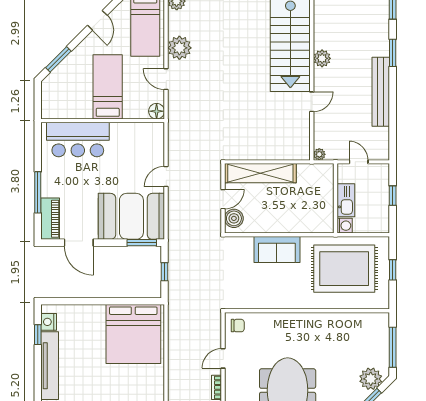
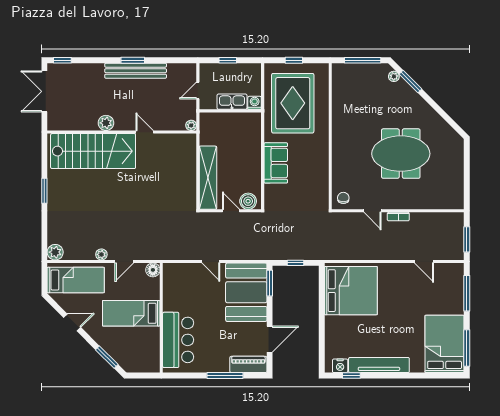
plant: (179, 48) -> (101, 254), width x0.53, depth x0.53
window: (393, 53) -> (133, 60), moved
plant: (371, 379) -> (394, 76), width x0.53, depth x0.53

